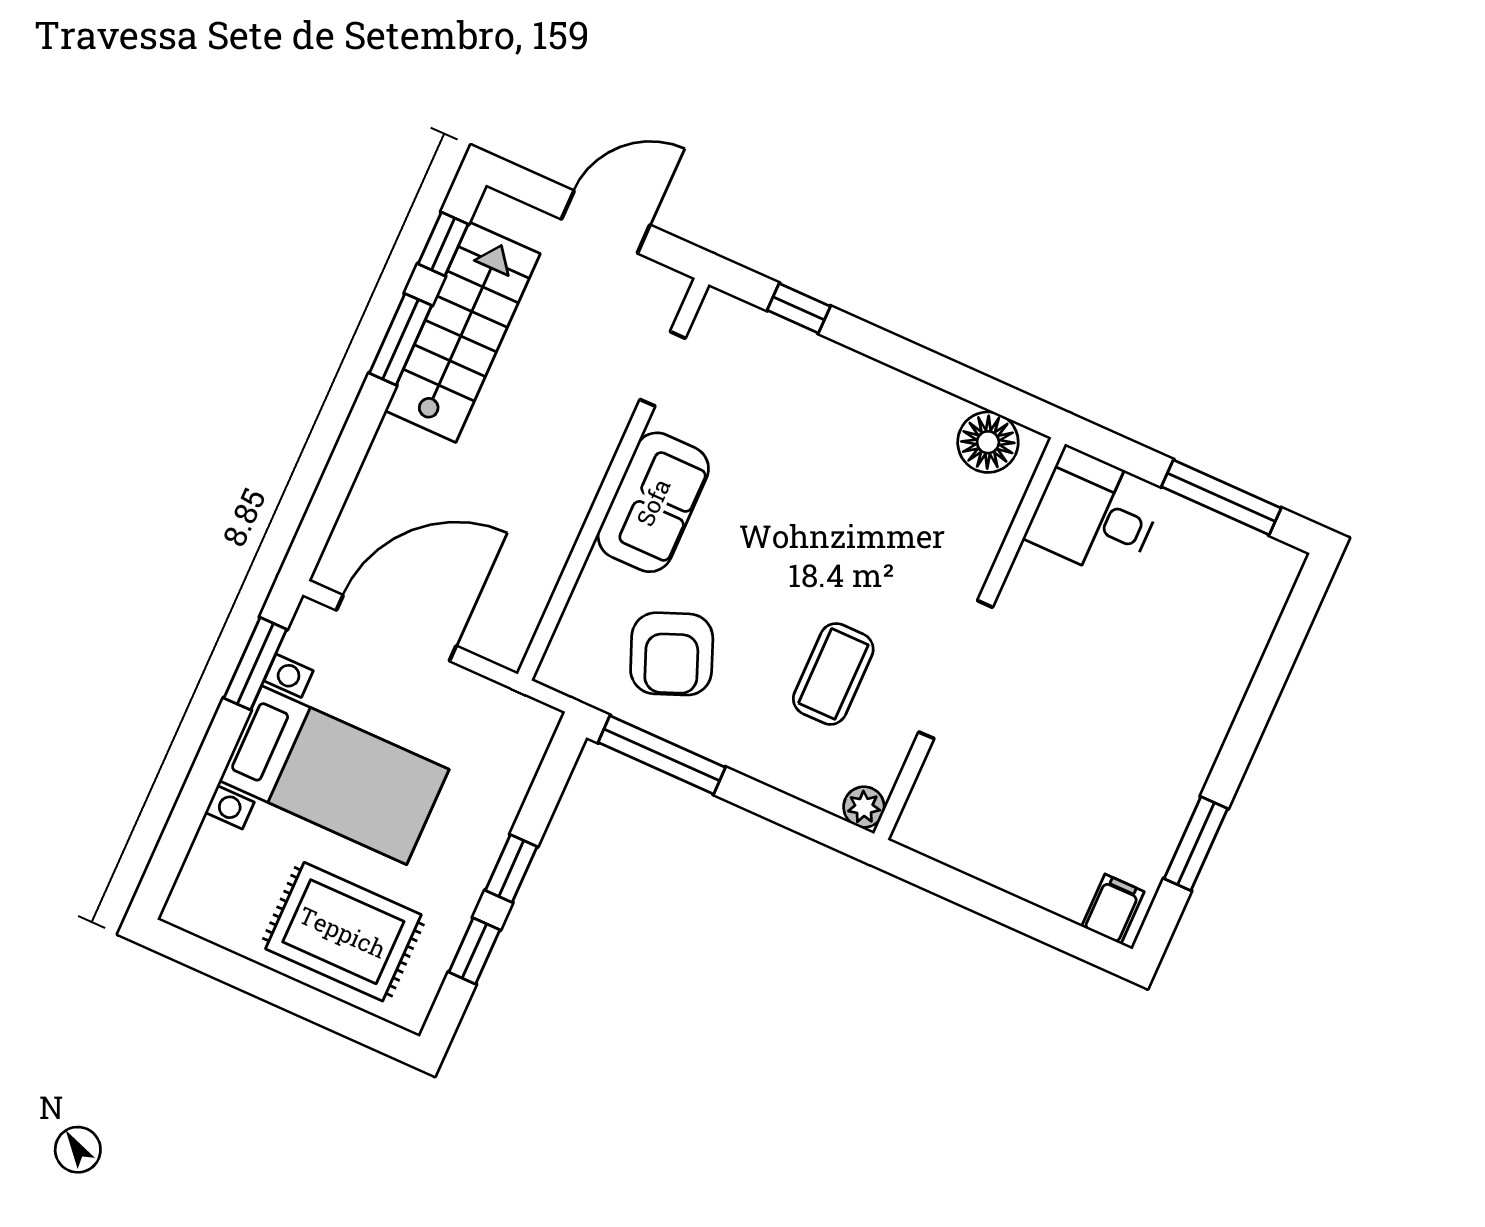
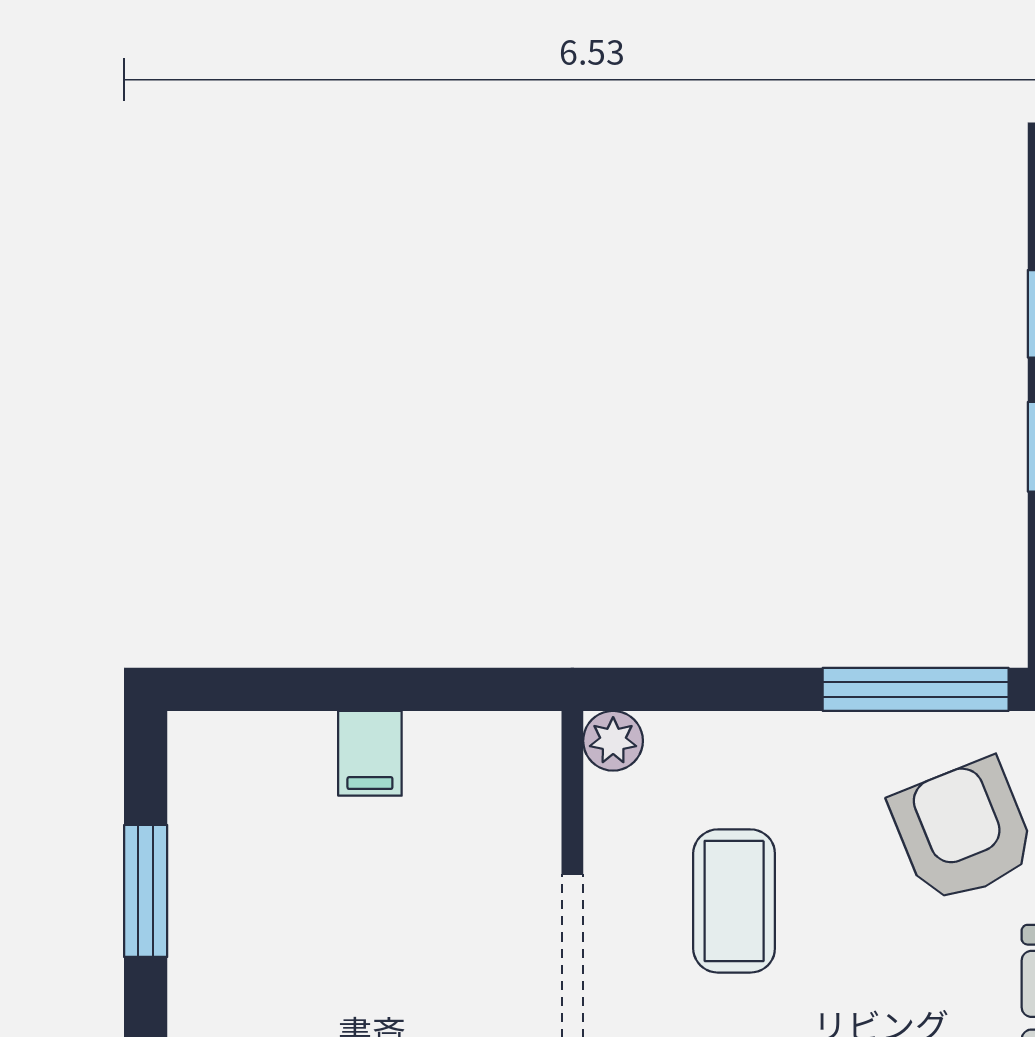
filing cabinet: (1113, 909) -> (370, 753), moved

